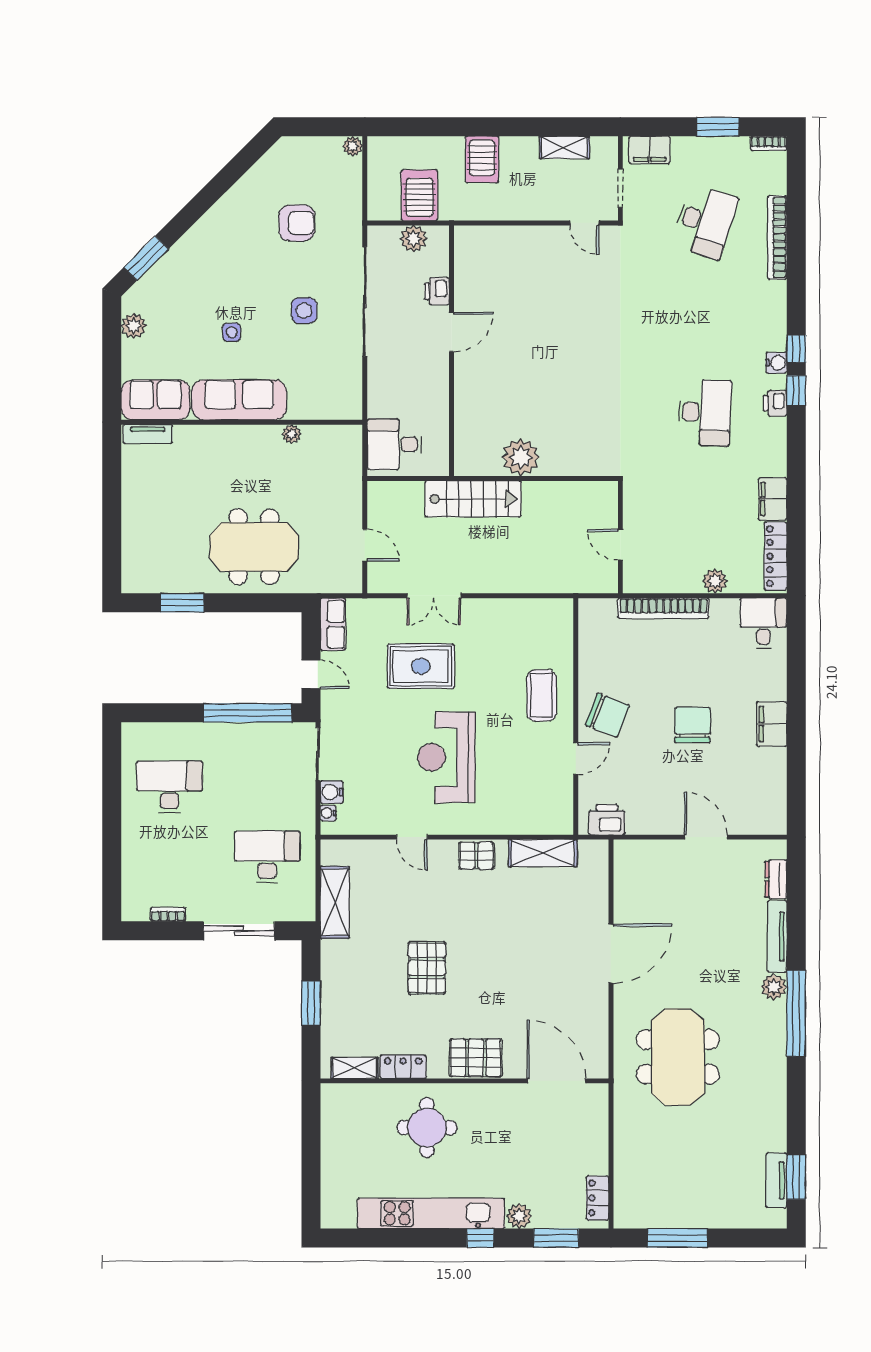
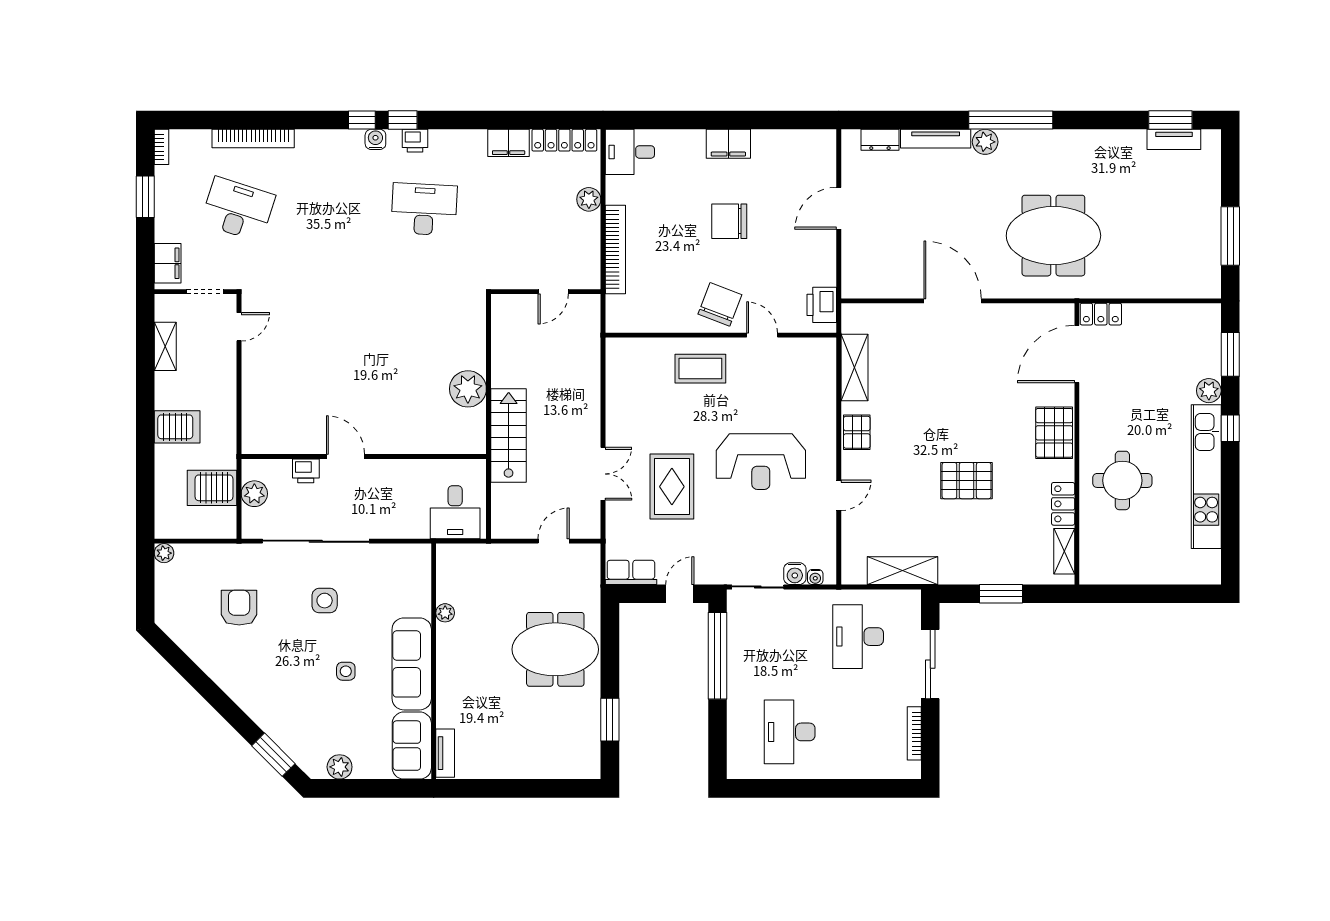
meeting table: (254, 547) -> (555, 649), turned 90
bookcase: (168, 914) -> (914, 733), width x1.56
locker: (597, 1198) -> (1101, 314), moved

